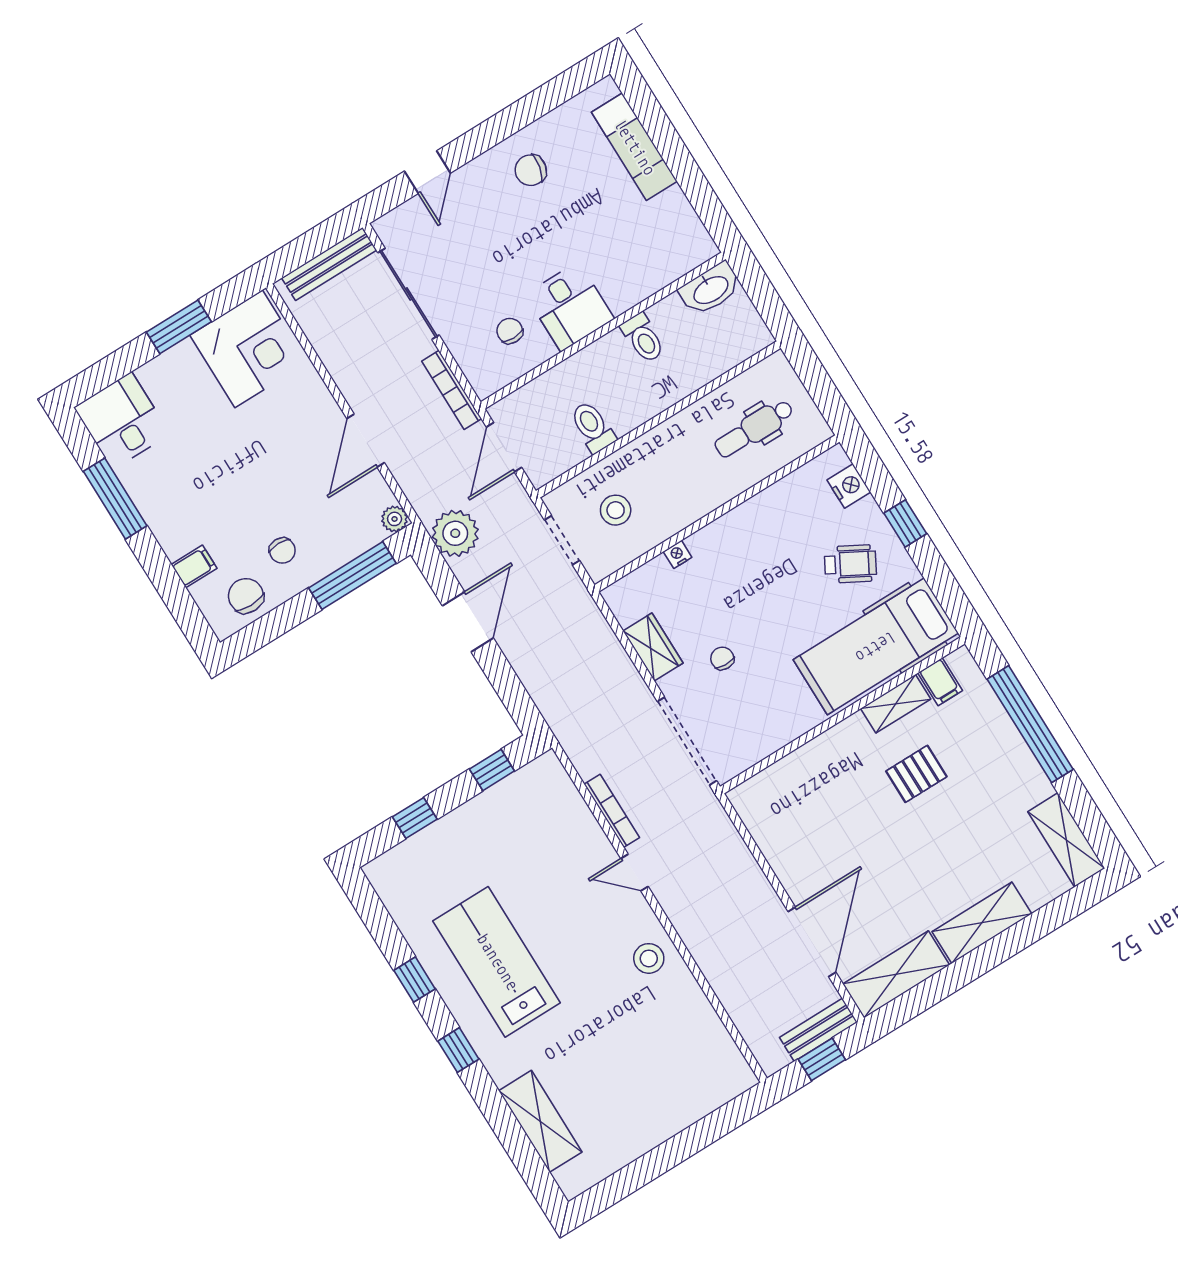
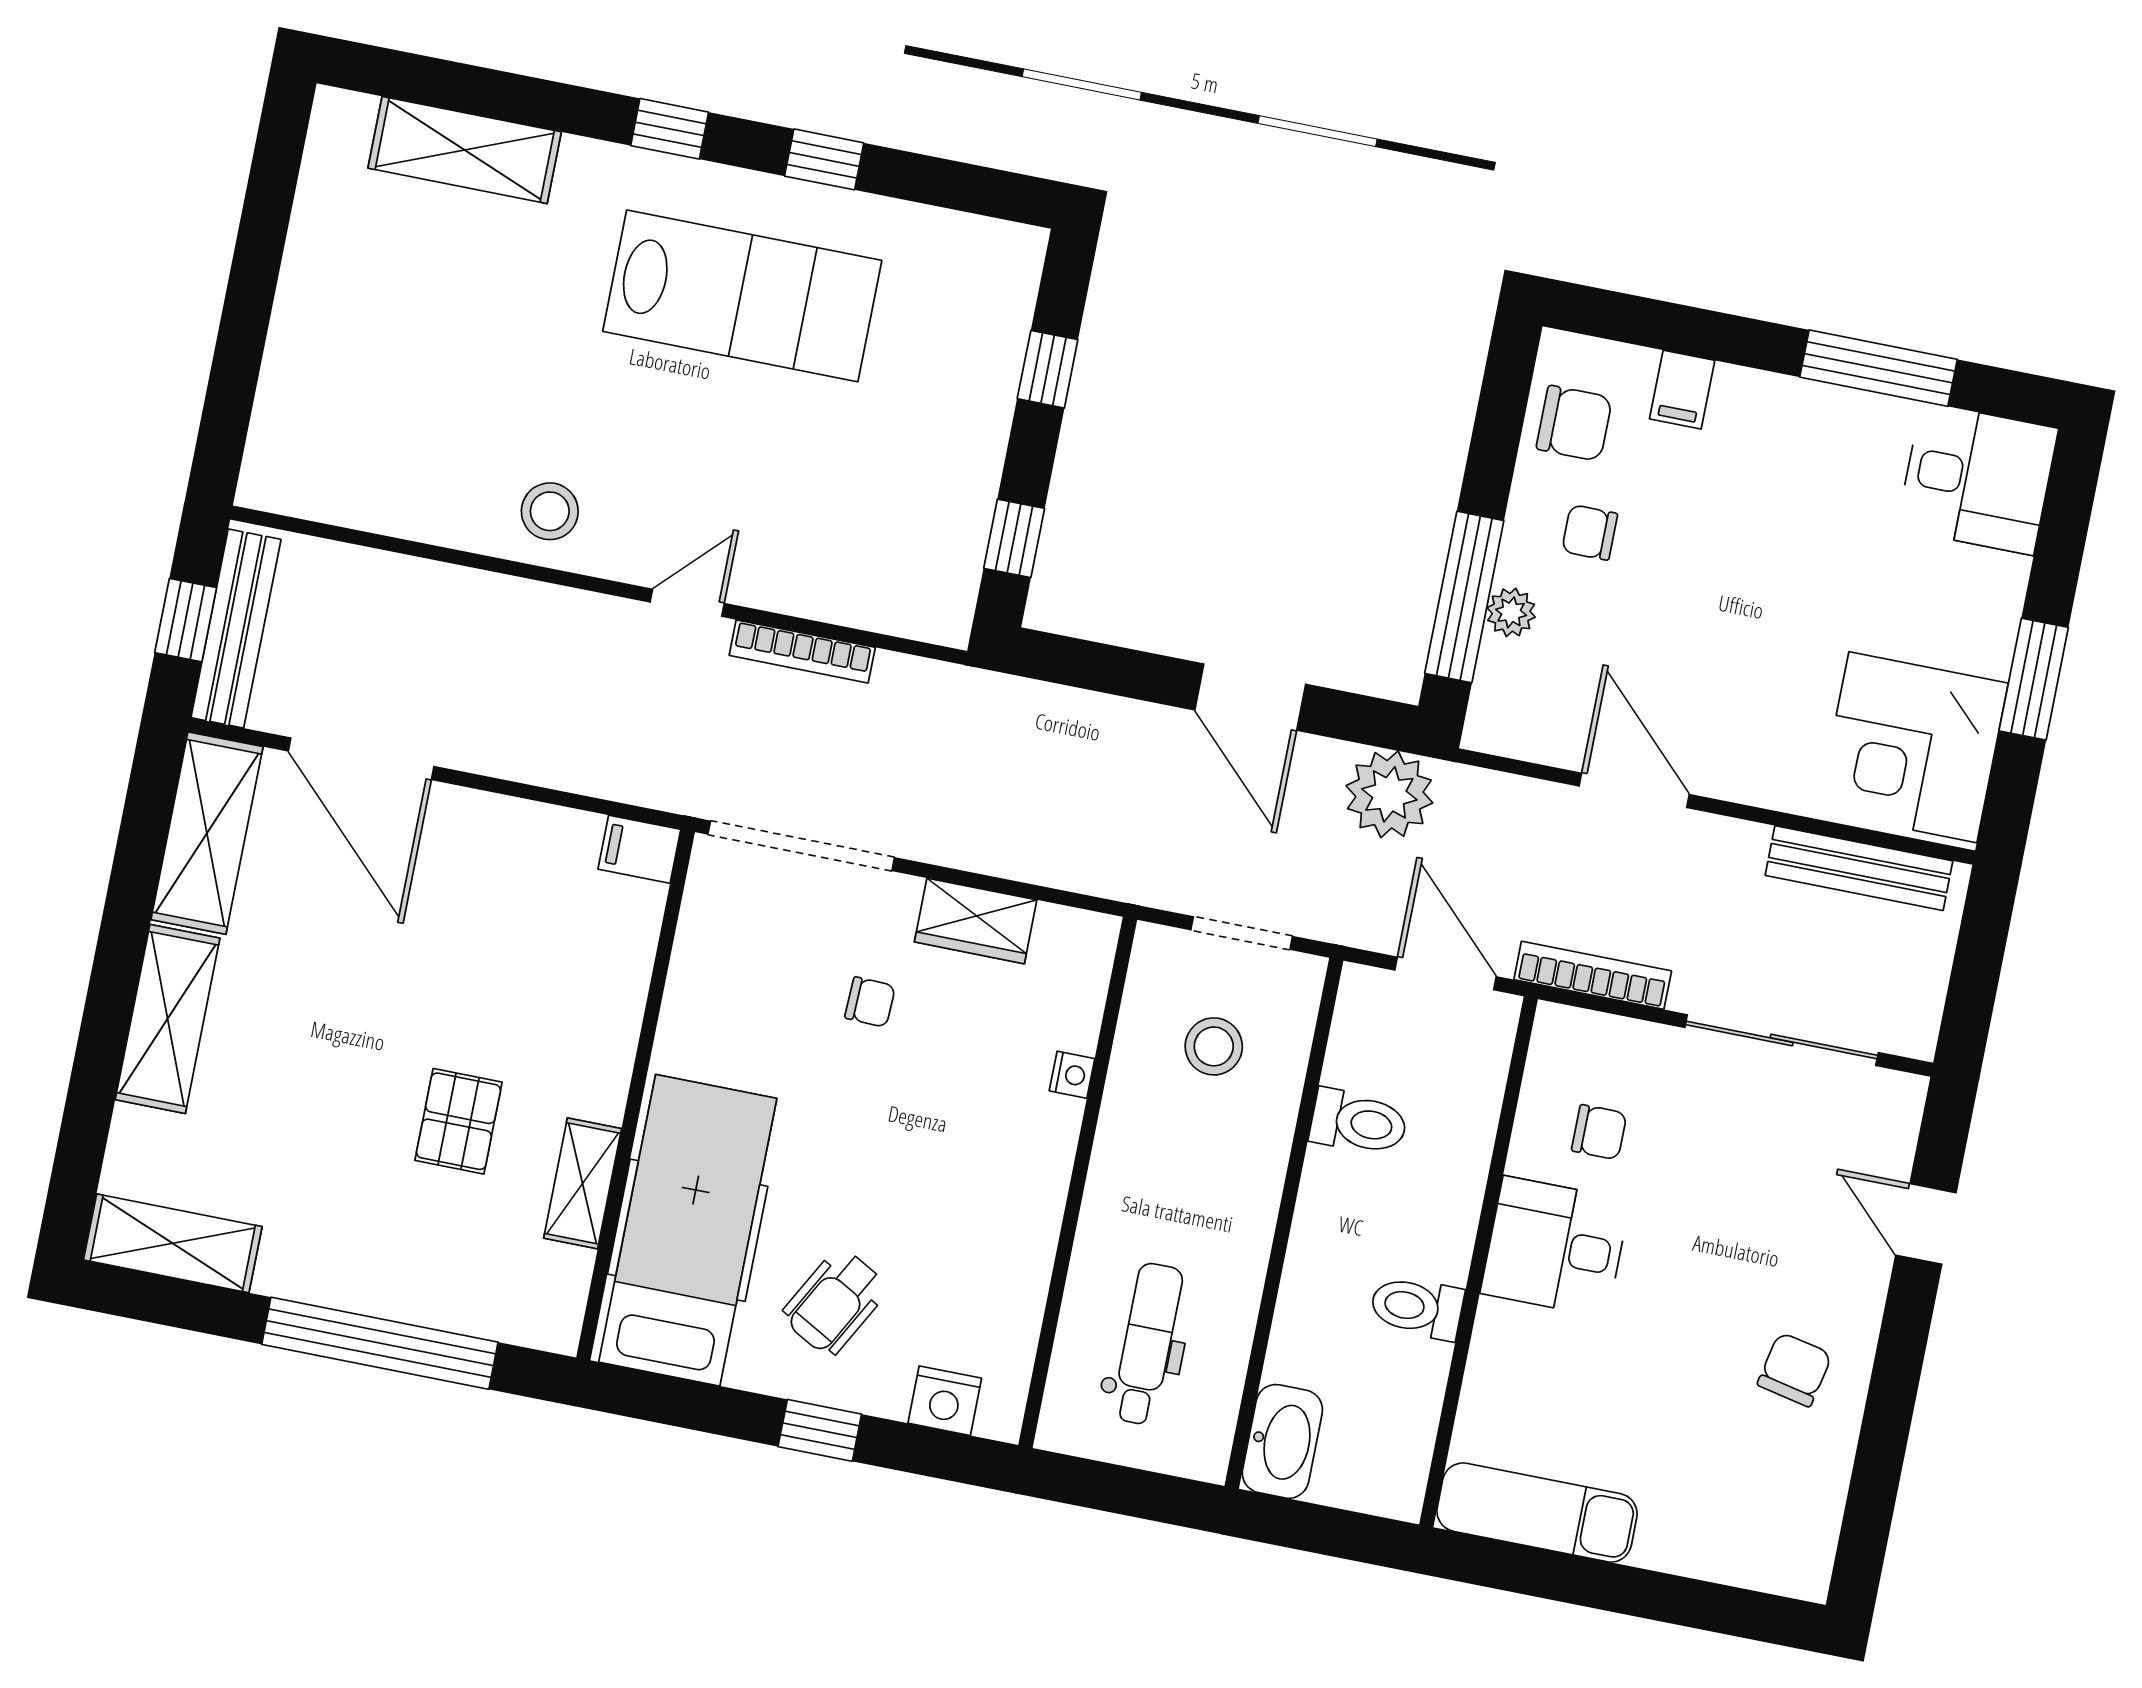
exam couch: (634, 147) -> (1537, 1513), moved
bench: (329, 264) -> (1859, 868), moved, turned 90
washbasin: (710, 289) -> (1282, 1441), moved, turned 180
plant: (395, 519) -> (1511, 612), moved
filing cabinet: (940, 682) -> (639, 849), moved
bench: (818, 1030) -> (236, 629), width x1.36

